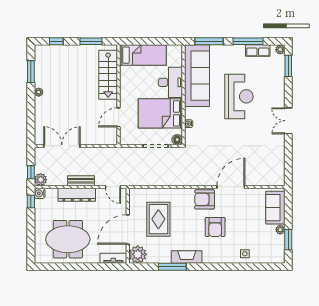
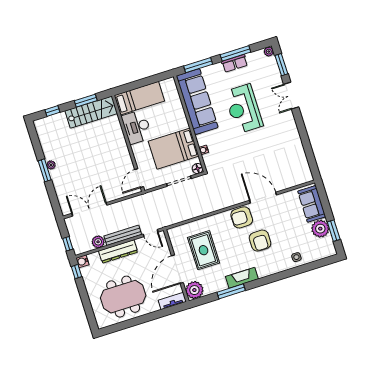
row of seats: (258, 50) -> (235, 63), moved
window: (31, 72) -> (45, 170), moved
stairs: (108, 75) -> (91, 112), moved, turned -90
desk: (170, 82) -> (137, 127), moved, turned 180
reception desk: (239, 96) -> (244, 109), turned 180
door: (119, 117) -> (139, 178), moved
double door: (288, 121) -> (291, 96), moved
plant: (41, 180) -> (98, 242), moved
bench: (81, 181) -> (123, 235), width x1.36
door: (231, 187) -> (263, 198), hinge flipped
plant: (280, 230) -> (320, 229), width x1.87, depth x1.87

